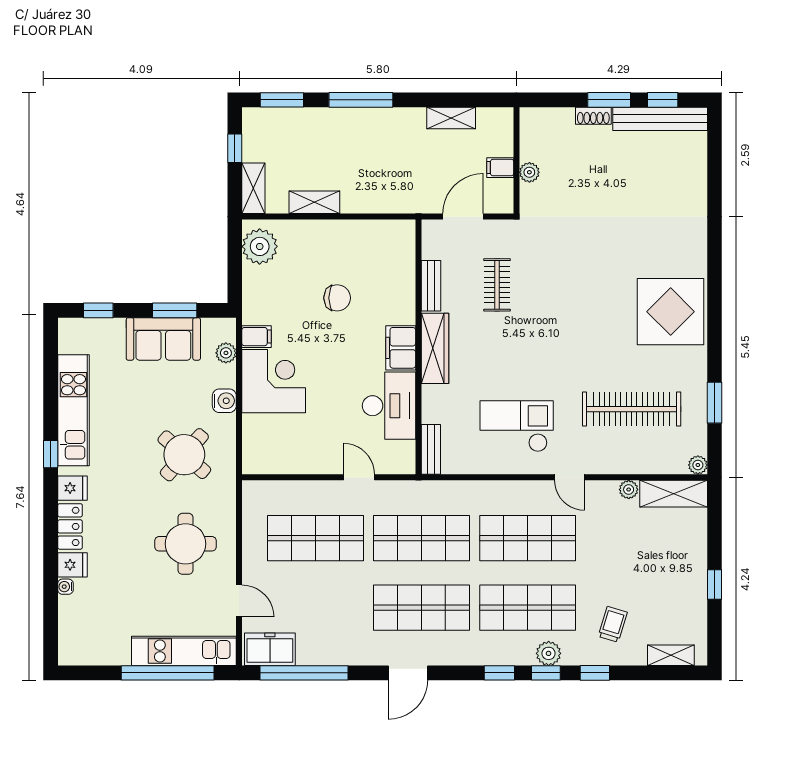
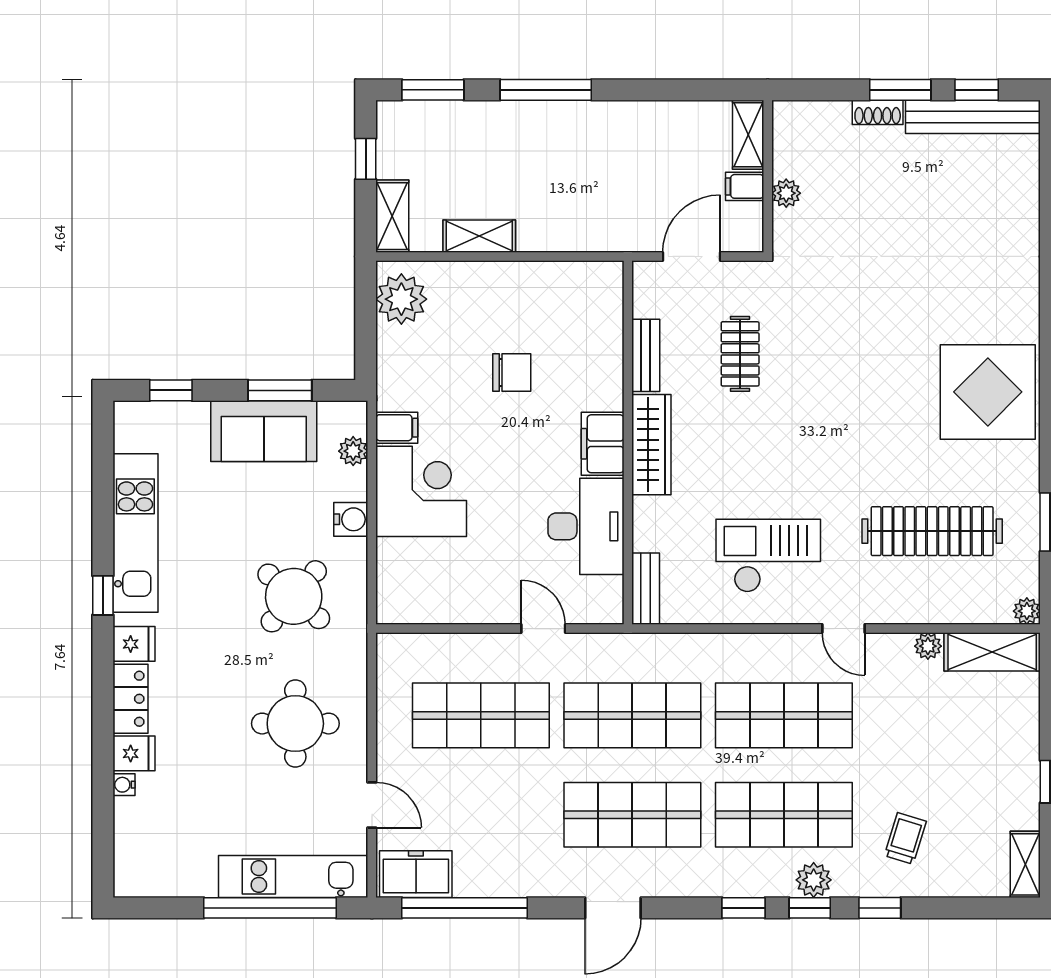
shelving: (451, 118) -> (748, 135), moved, turned 90
shelving: (671, 655) -> (1025, 864), moved, turned 90

